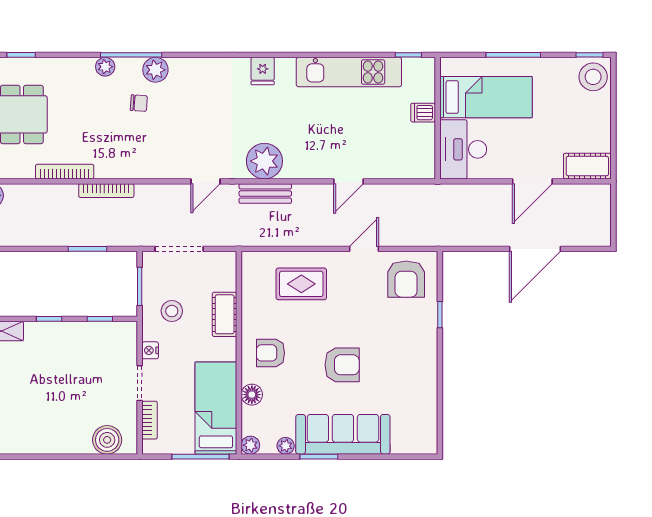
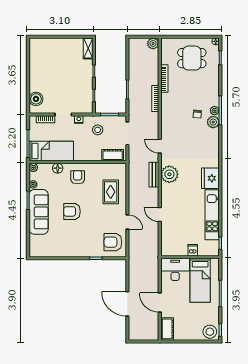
plant: (105, 67) -> (215, 111), moved
fridge: (263, 71) -> (210, 178), width x1.88, depth x1.34
cot: (225, 314) -> (113, 155), moved
armchair: (342, 365) -> (72, 211), turned 90

